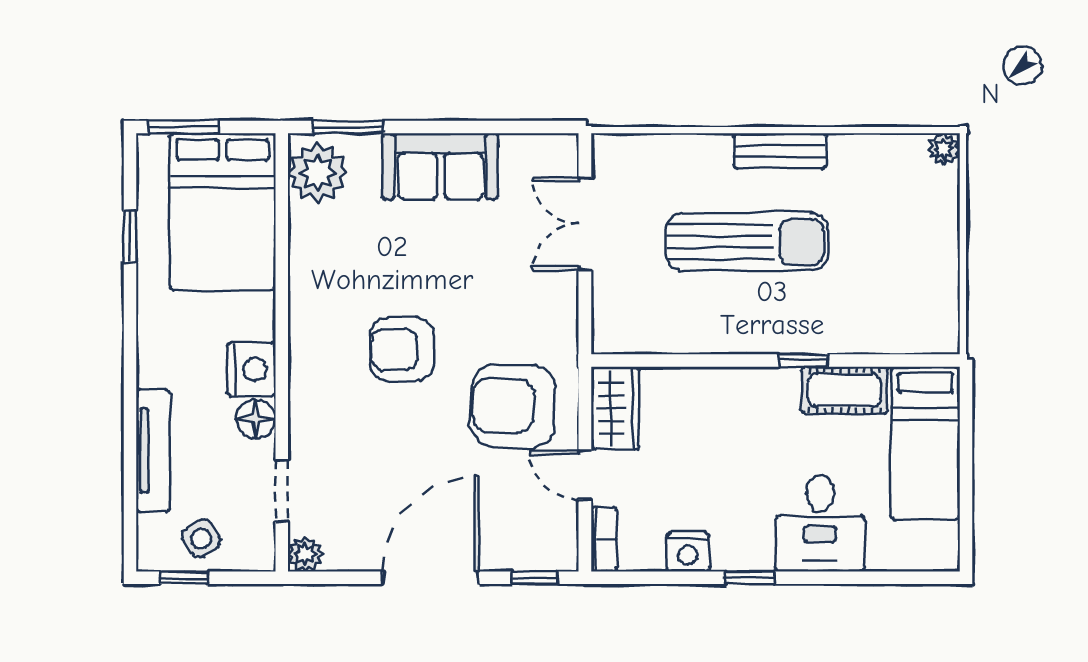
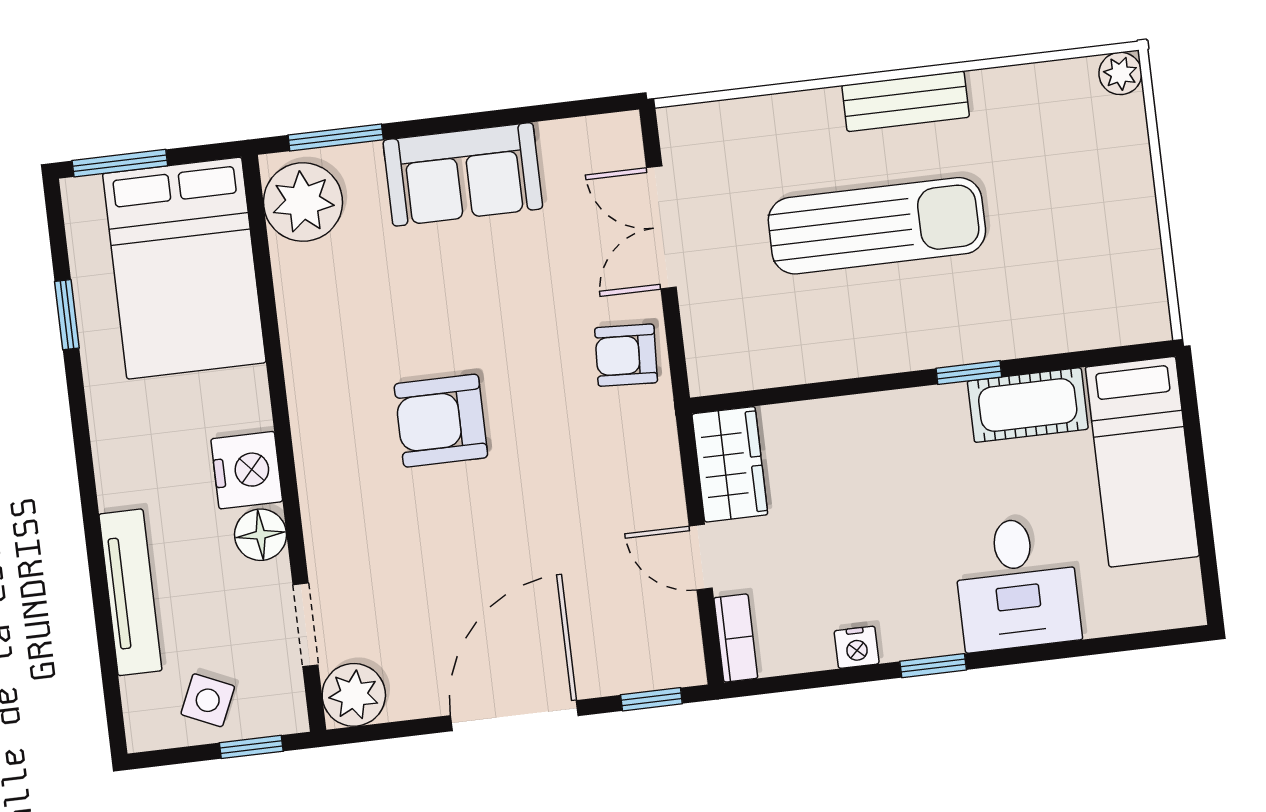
armchair: (513, 406) -> (626, 355), moved, width x0.53, depth x0.53
side table: (201, 539) -> (208, 700), turned -34
nightstand: (688, 552) -> (857, 647), width x0.72, depth x0.74
plant: (305, 554) -> (354, 695), width x1.38, depth x1.38
window: (184, 578) -> (251, 747), moved

